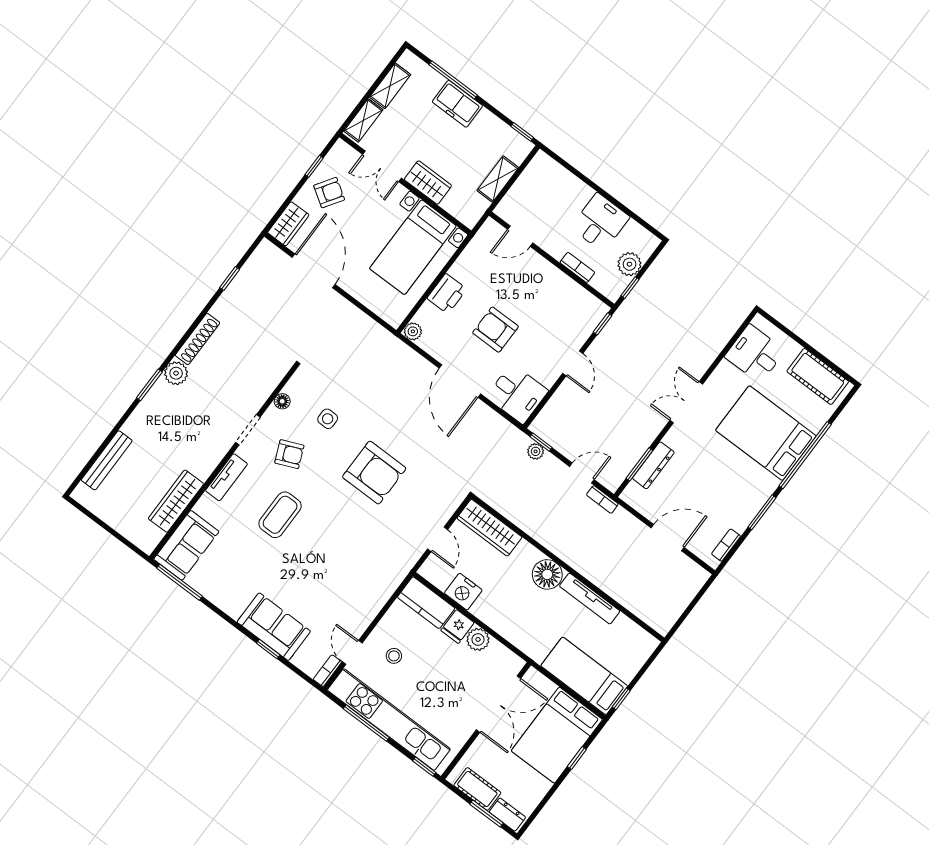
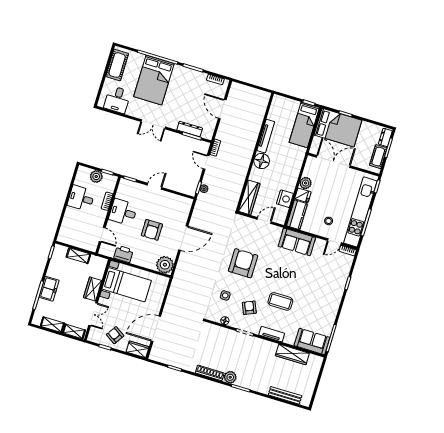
printer: (447, 294) -> (124, 254), moved
plant: (413, 331) -> (165, 265), width x1.88, depth x1.88
desk: (517, 394) -> (123, 212), moved, turned -90
sofa: (274, 627) -> (297, 242), moved, turned -90

